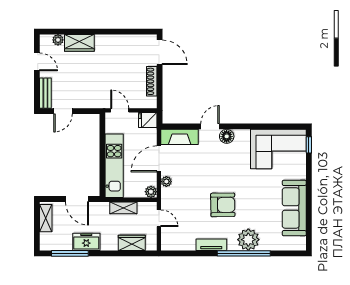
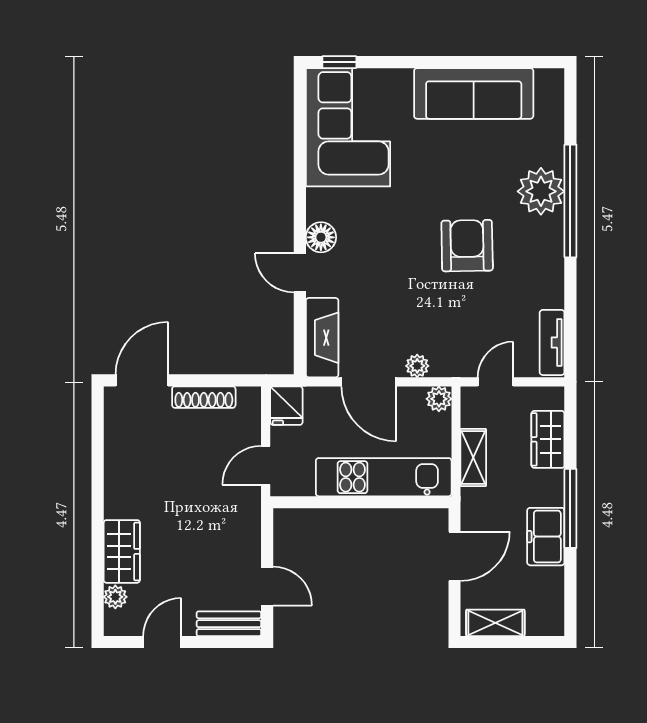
tv unit: (211, 245) -> (552, 342), moved
window: (70, 253) -> (570, 508), moved

